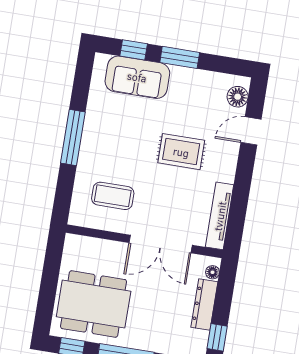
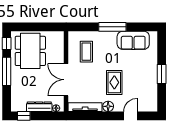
window: (134, 50) -> (162, 50), removed
sofa: (137, 77) -> (133, 40), moved, turned -90
floor lamp: (238, 97) -> (108, 106), moved
door: (251, 131) -> (130, 116), hinge flipped

